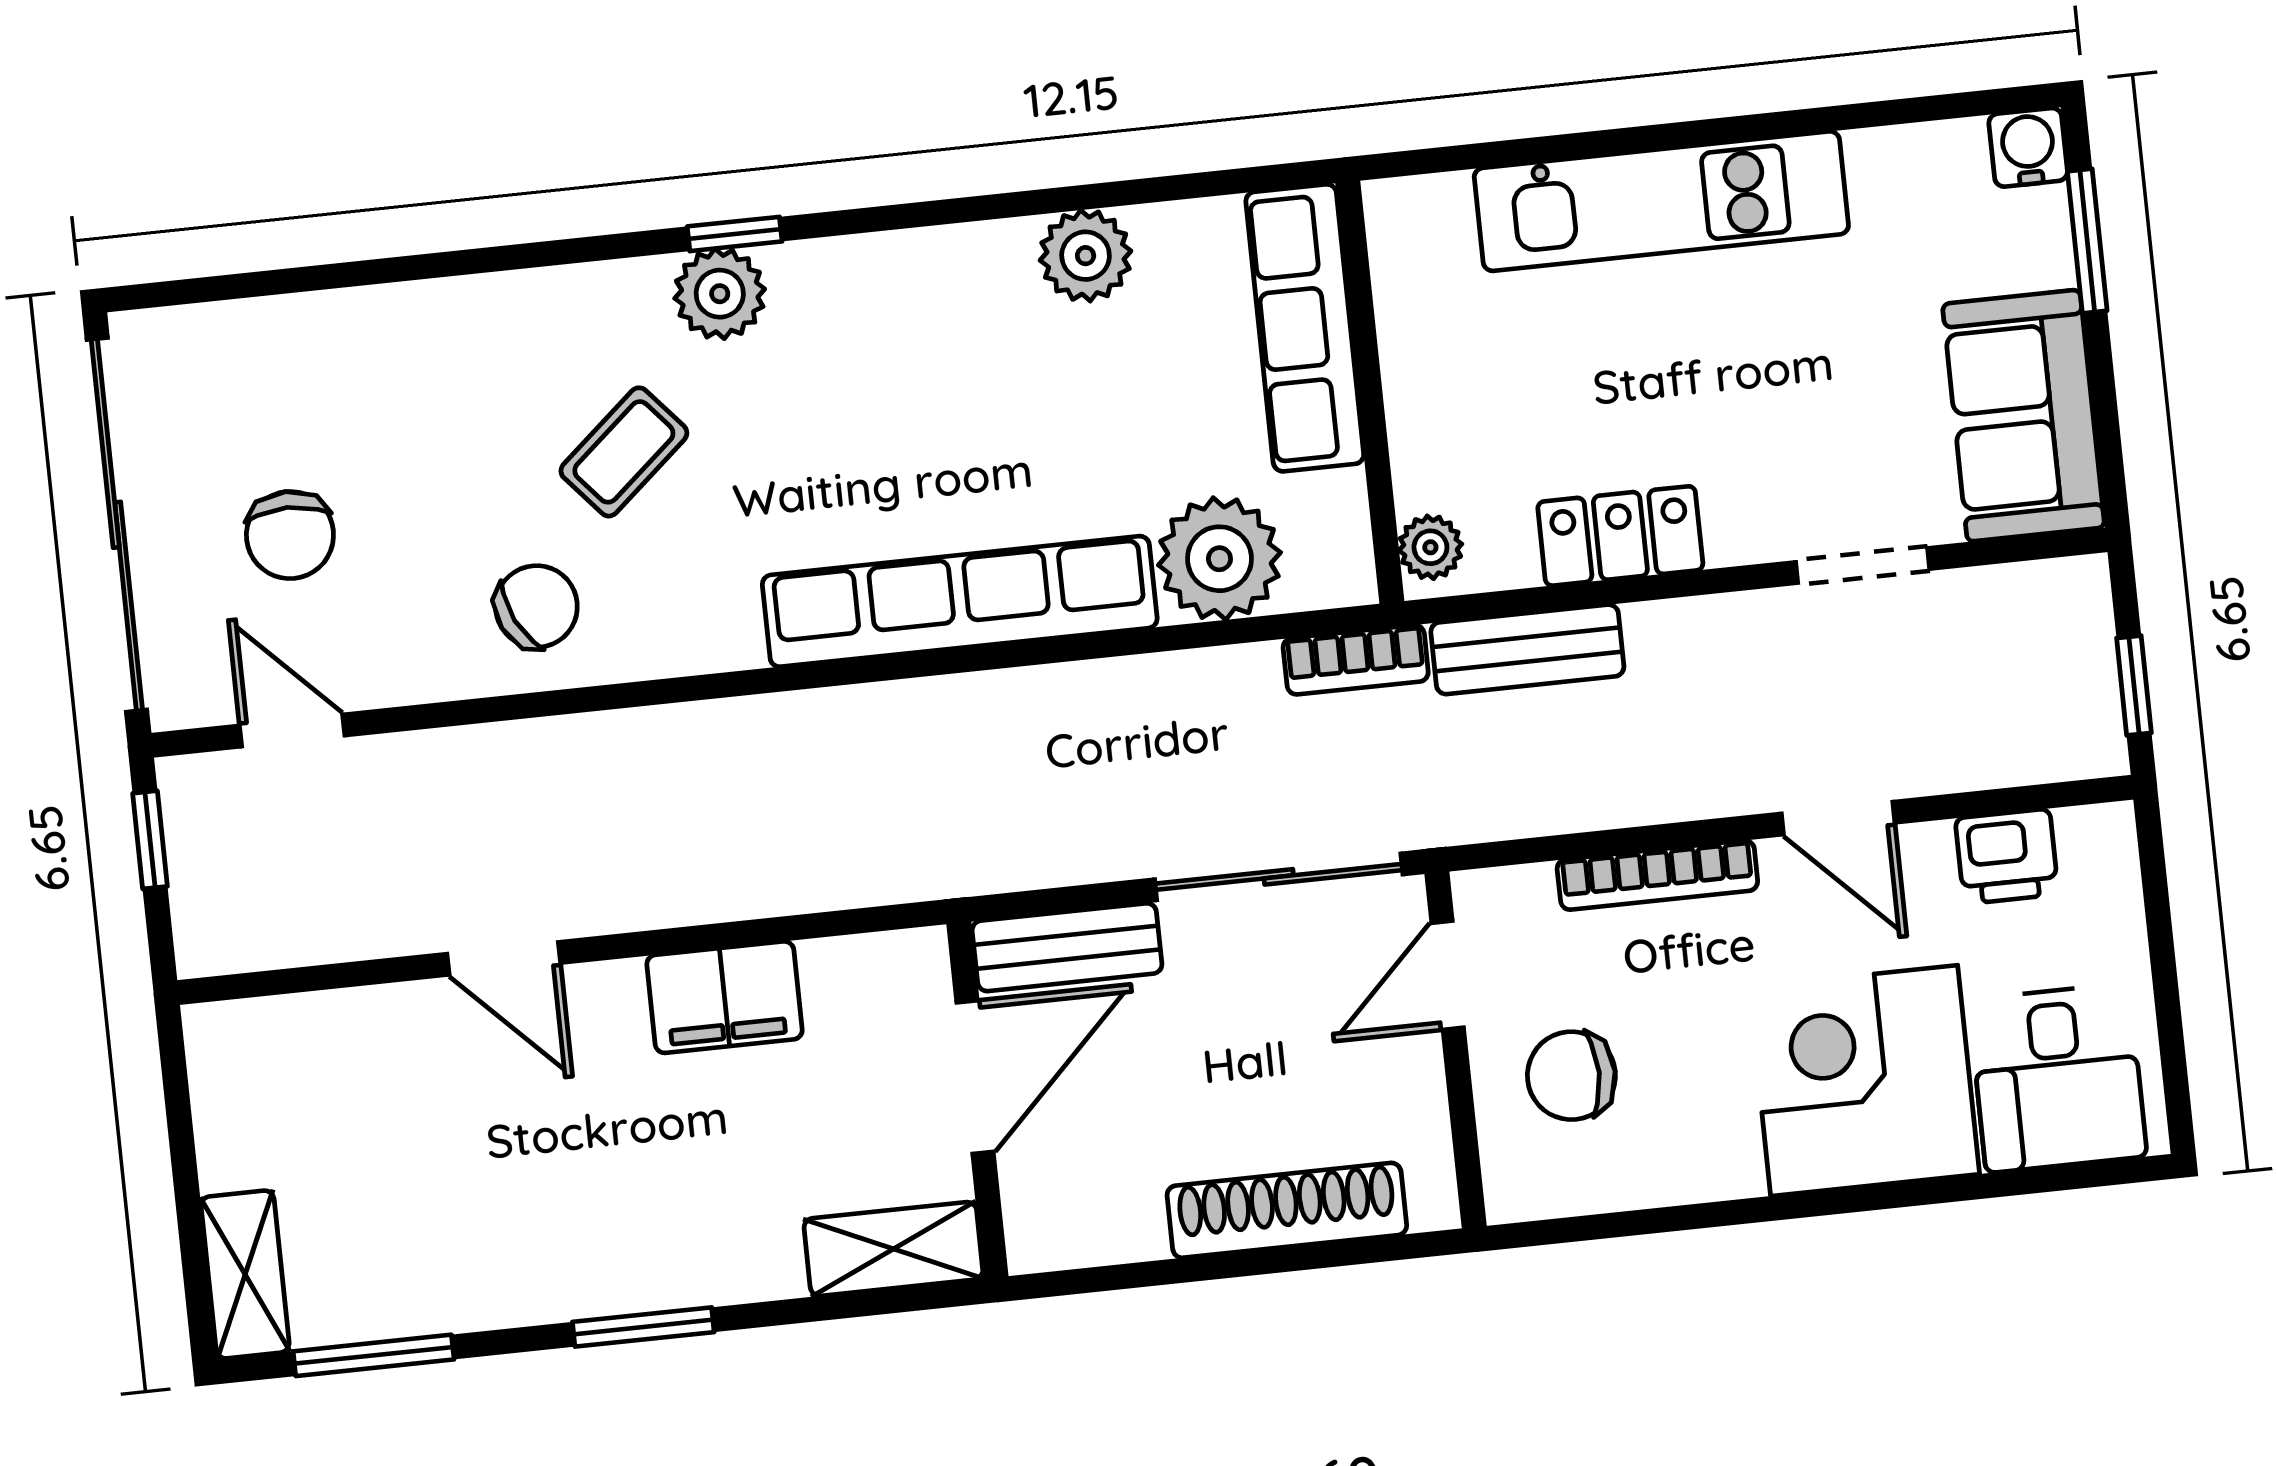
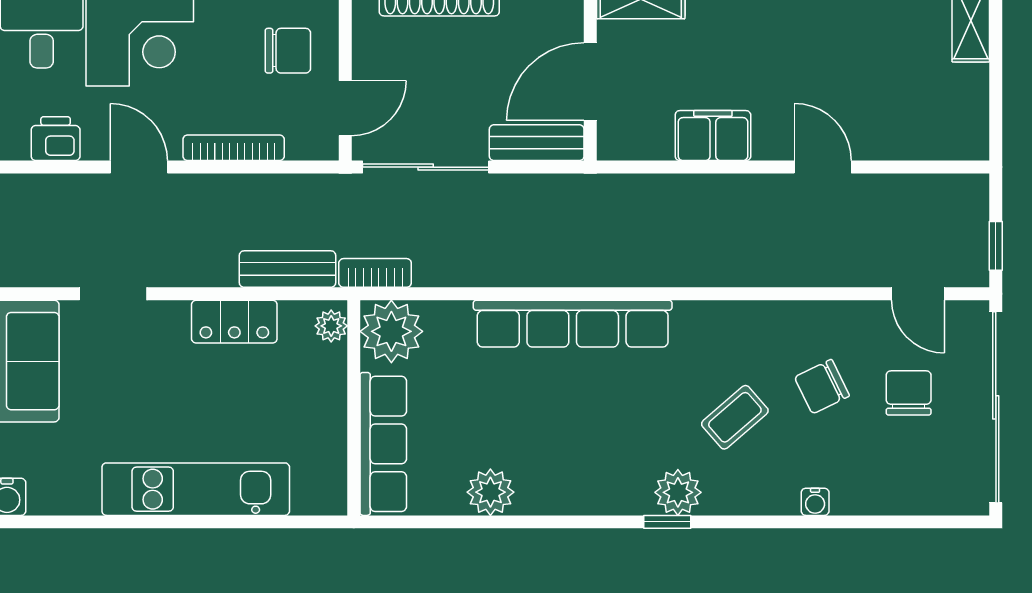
water cooler: (450, 303) -> (815, 502), added
plant: (1219, 559) -> (391, 331), moved
chair: (536, 606) -> (822, 387), moved

